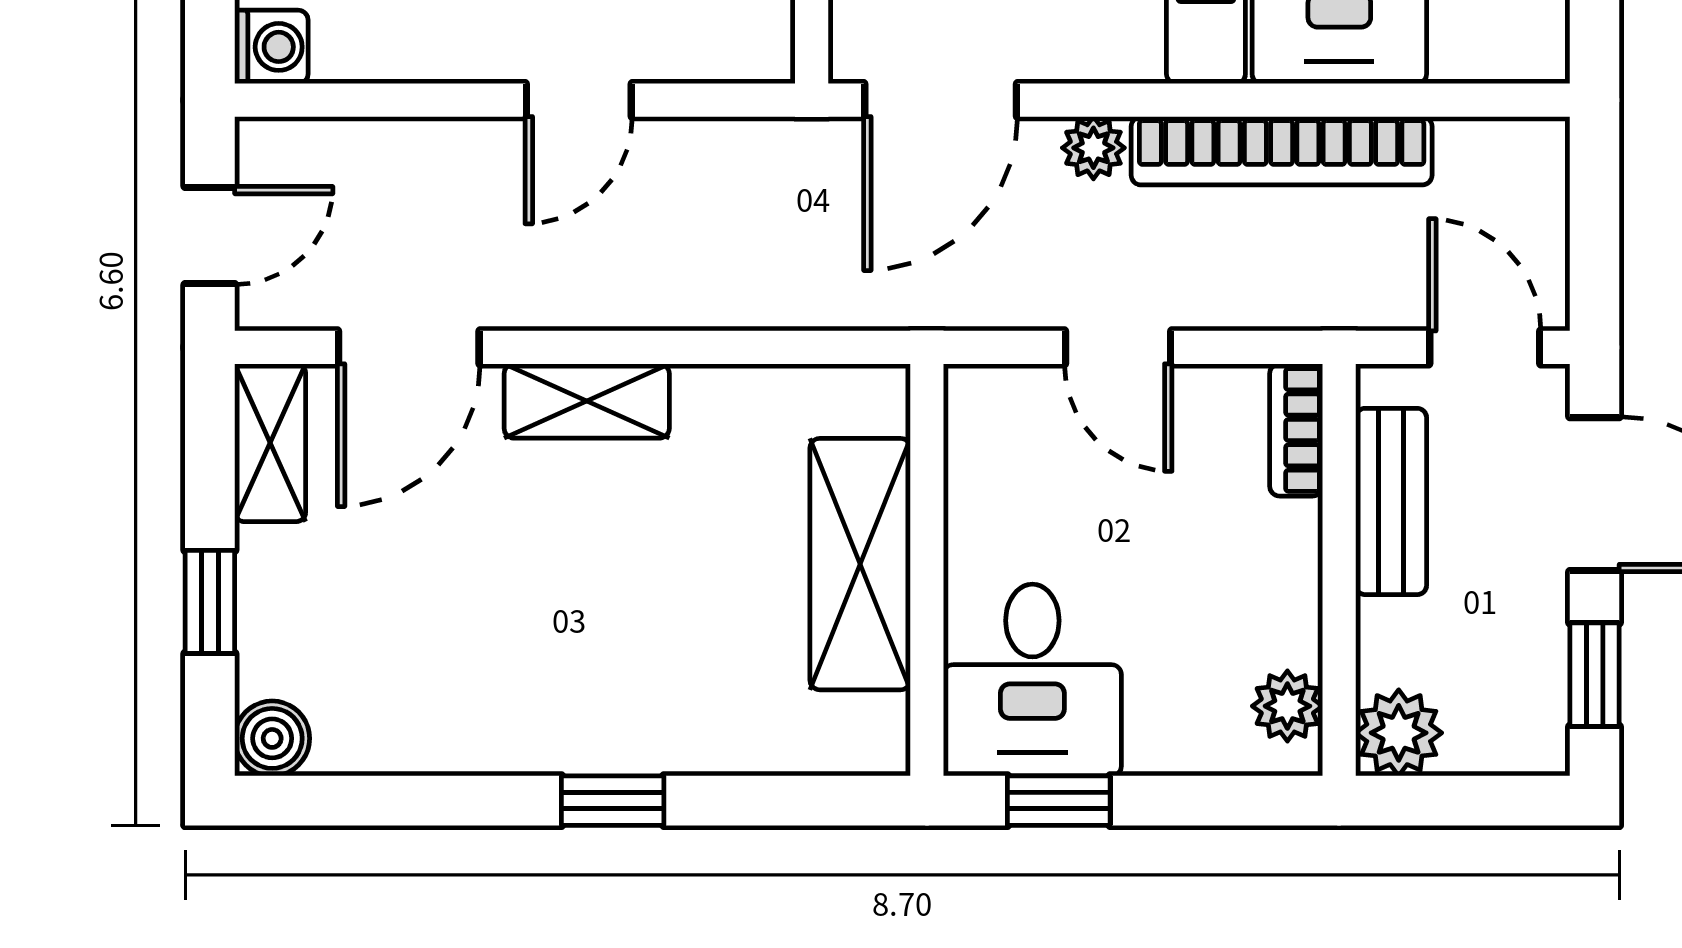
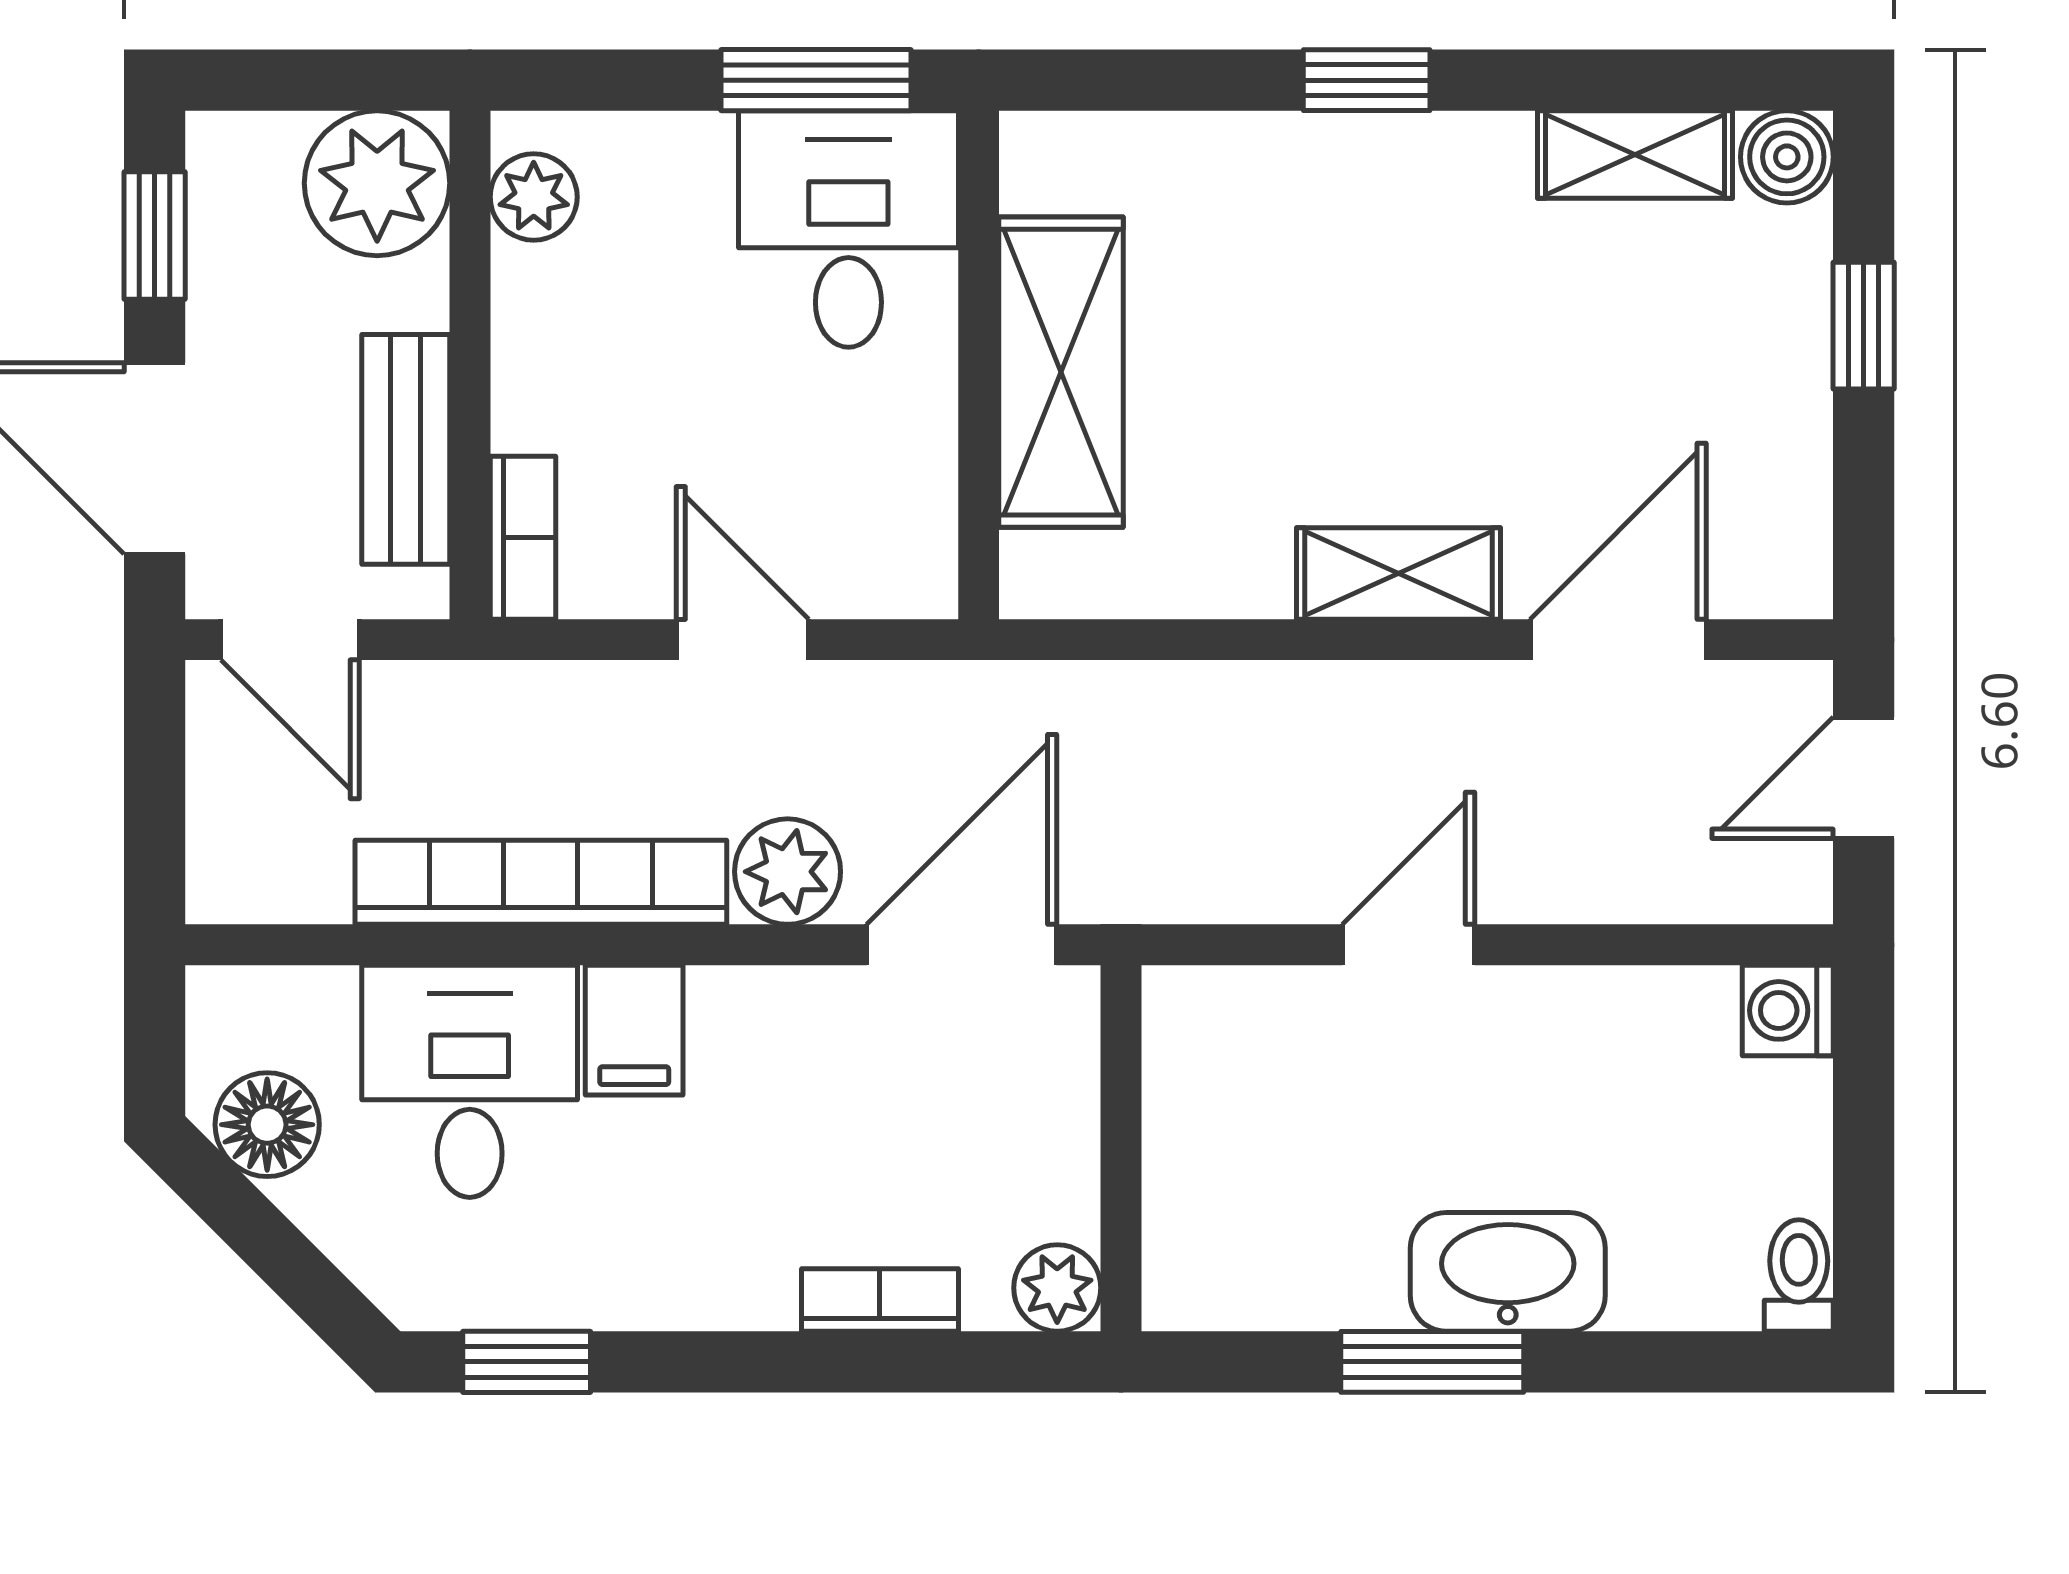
plant: (1093, 148) -> (788, 872), width x1.38, depth x1.38
shelving: (270, 443) -> (1635, 154), moved, turned 90
plant: (1399, 733) -> (377, 183), width x1.36, depth x1.36
window: (1059, 801) -> (816, 80), width x1.50

